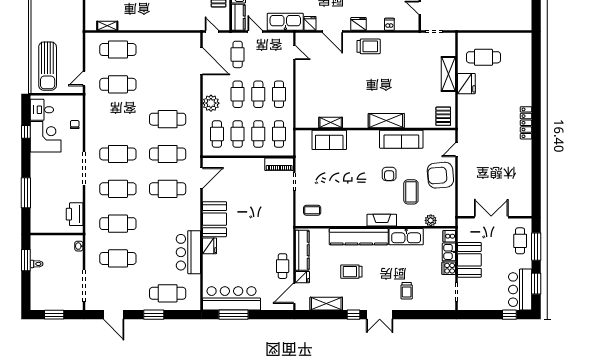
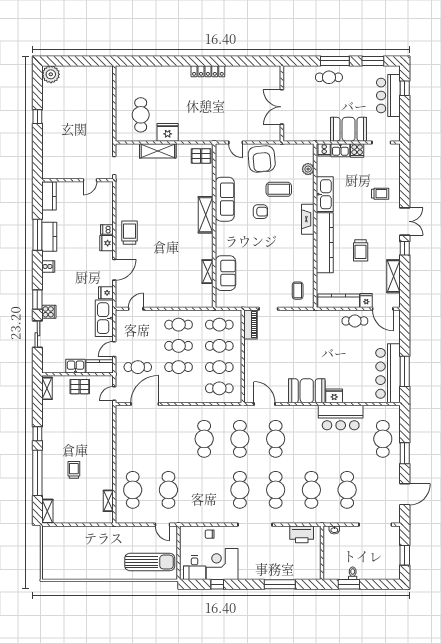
dishwasher: (389, 24) -> (107, 230), moved
plant: (211, 103) -> (188, 394), removed
double door: (491, 217) -> (282, 107), moved
wall: (495, 217) -> (282, 103), moved
bar counter: (520, 290) -> (388, 96), moved, turned 90

